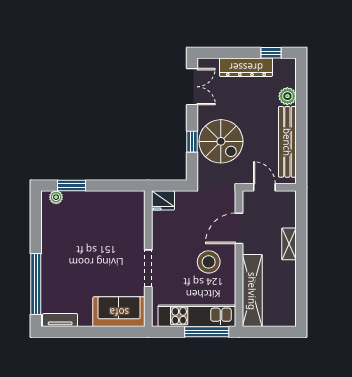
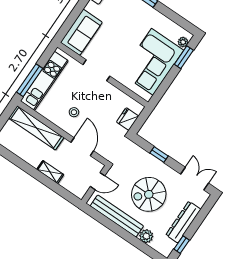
double door: (192, 87) -> (195, 179), swing flipped
spiral stairs: (221, 141) -> (149, 194), moved
fridge: (163, 200) -> (128, 119), moved
corner sofa: (99, 216) -> (152, 62), added
stool: (209, 262) -> (74, 112), width x0.53, depth x0.53

